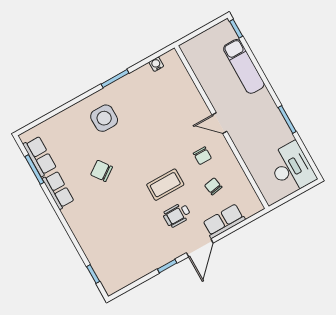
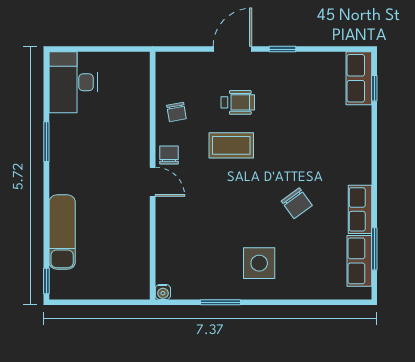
door: (219, 123) -> (153, 182), moved
wall: (222, 127) -> (153, 176), moved
row of seats: (224, 221) -> (359, 78), moved, turned 90

